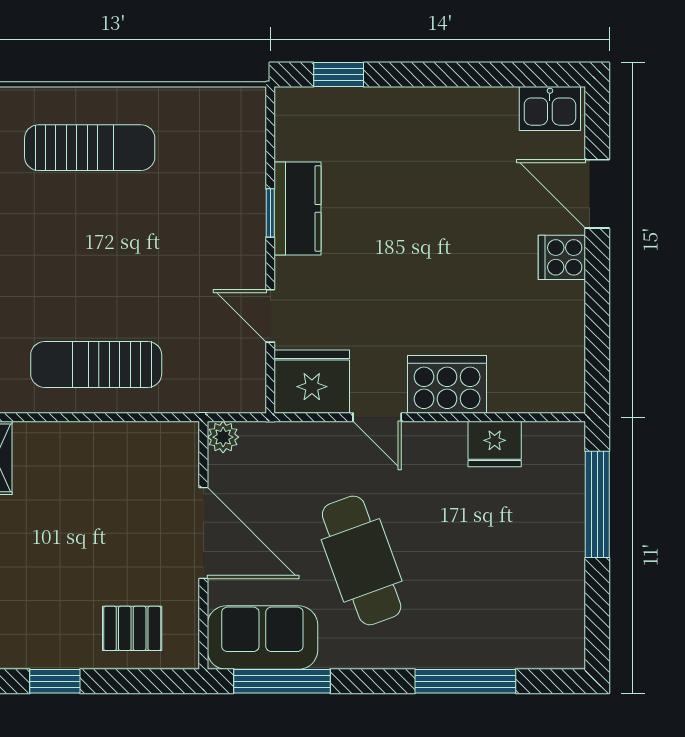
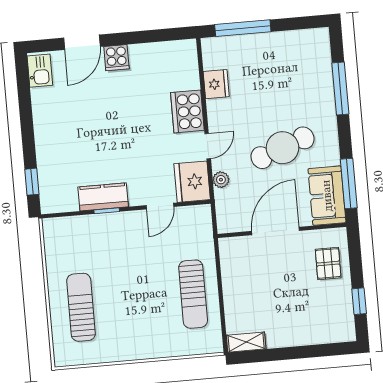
plant: (223, 437) -> (221, 180), moved

